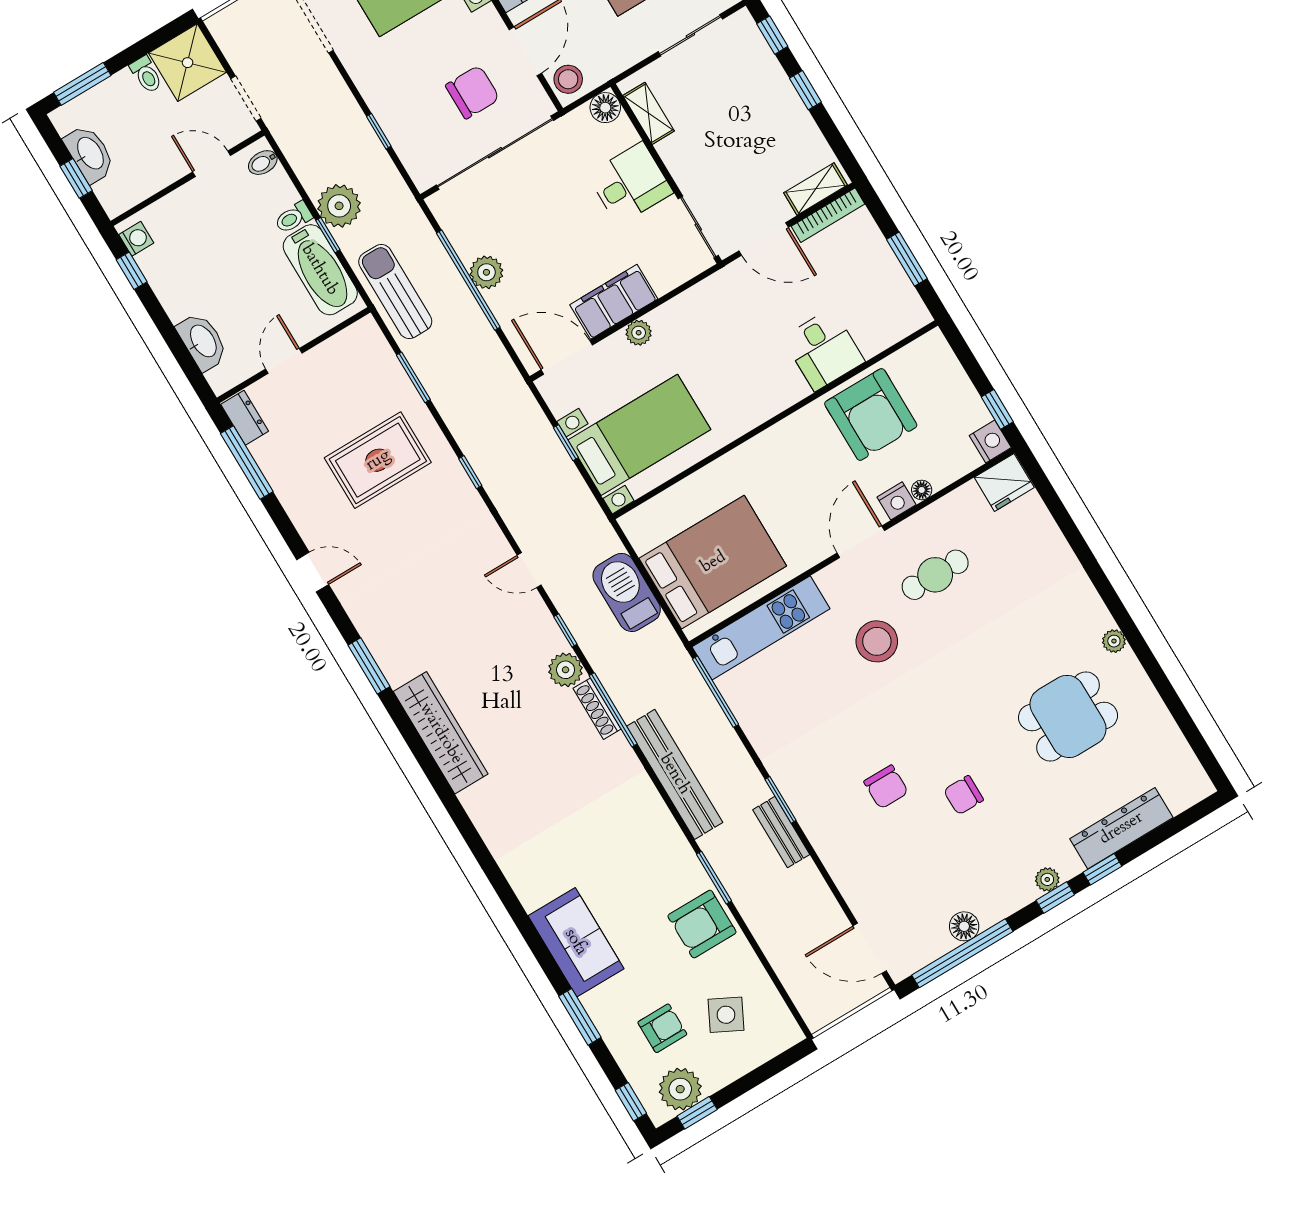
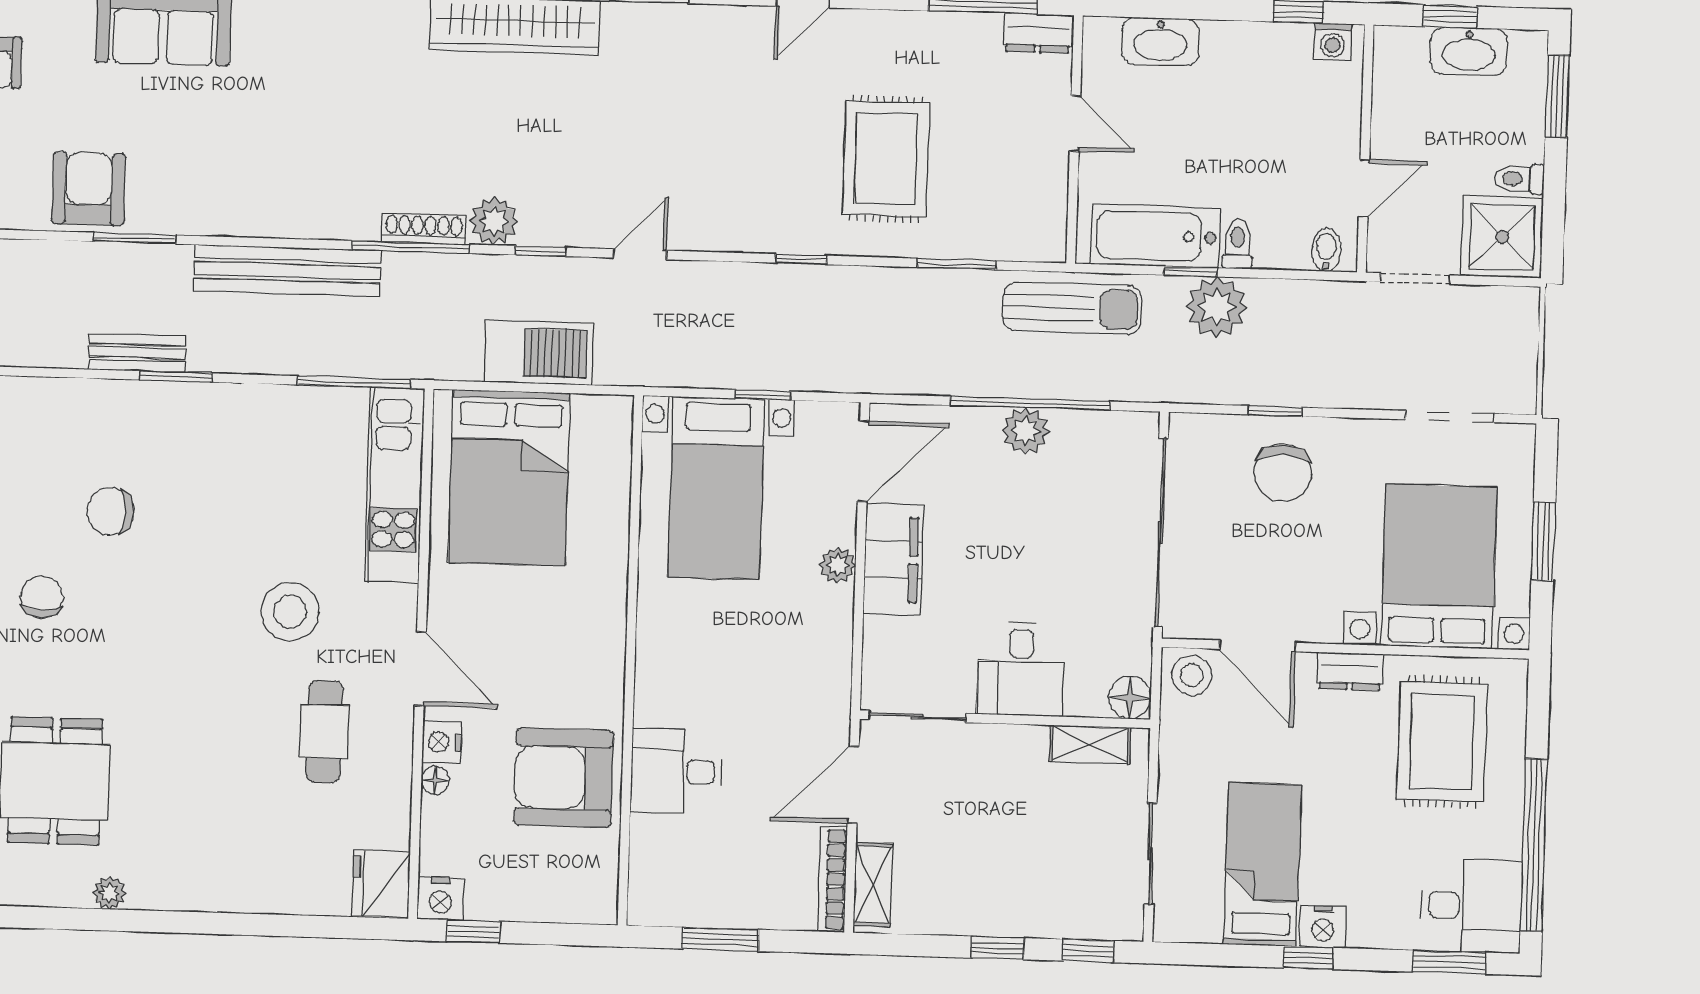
chair: (472, 92) -> (1283, 473), moved

